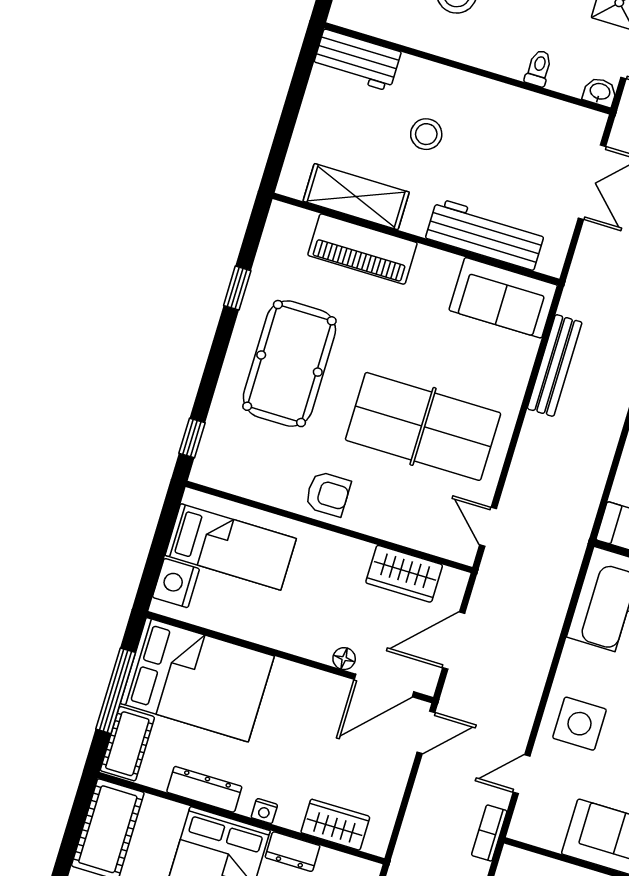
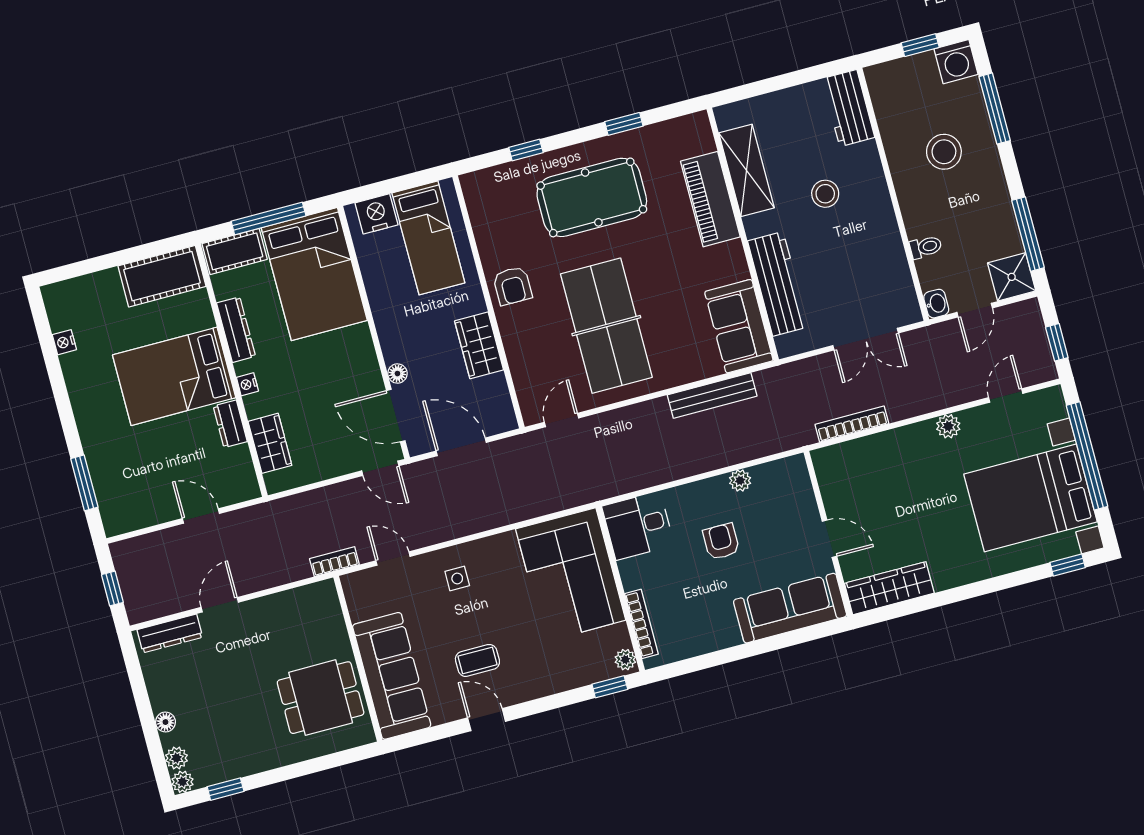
window: (192, 438) -> (526, 150), moved
wardrobe: (404, 574) -> (479, 345), moved
side table: (580, 724) -> (457, 578), width x0.54, depth x0.54

